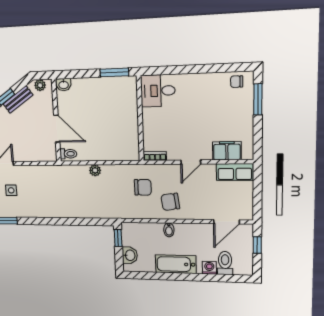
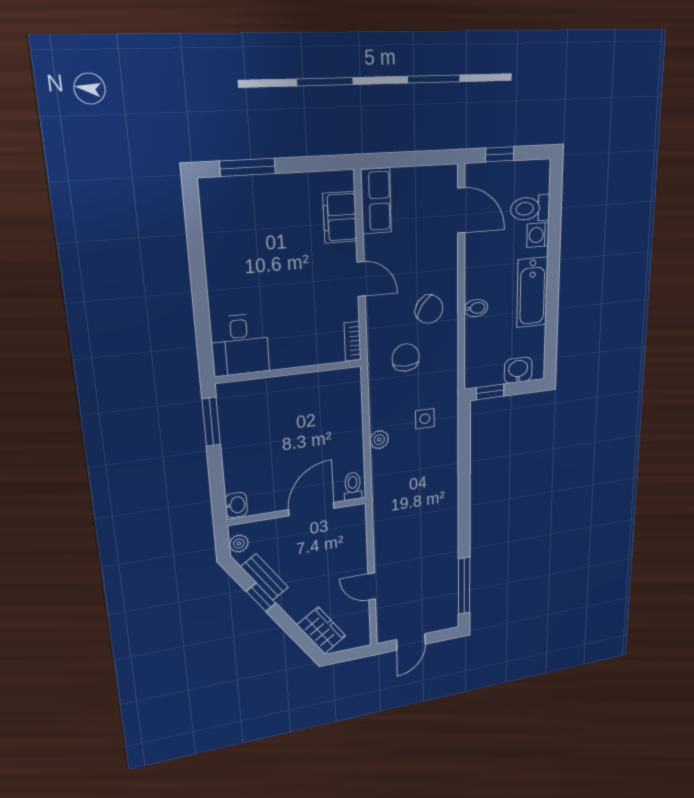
chair: (237, 82) -> (217, 207), removed
side table: (11, 190) -> (425, 419), moved
chair: (170, 202) -> (429, 309), turned -46

